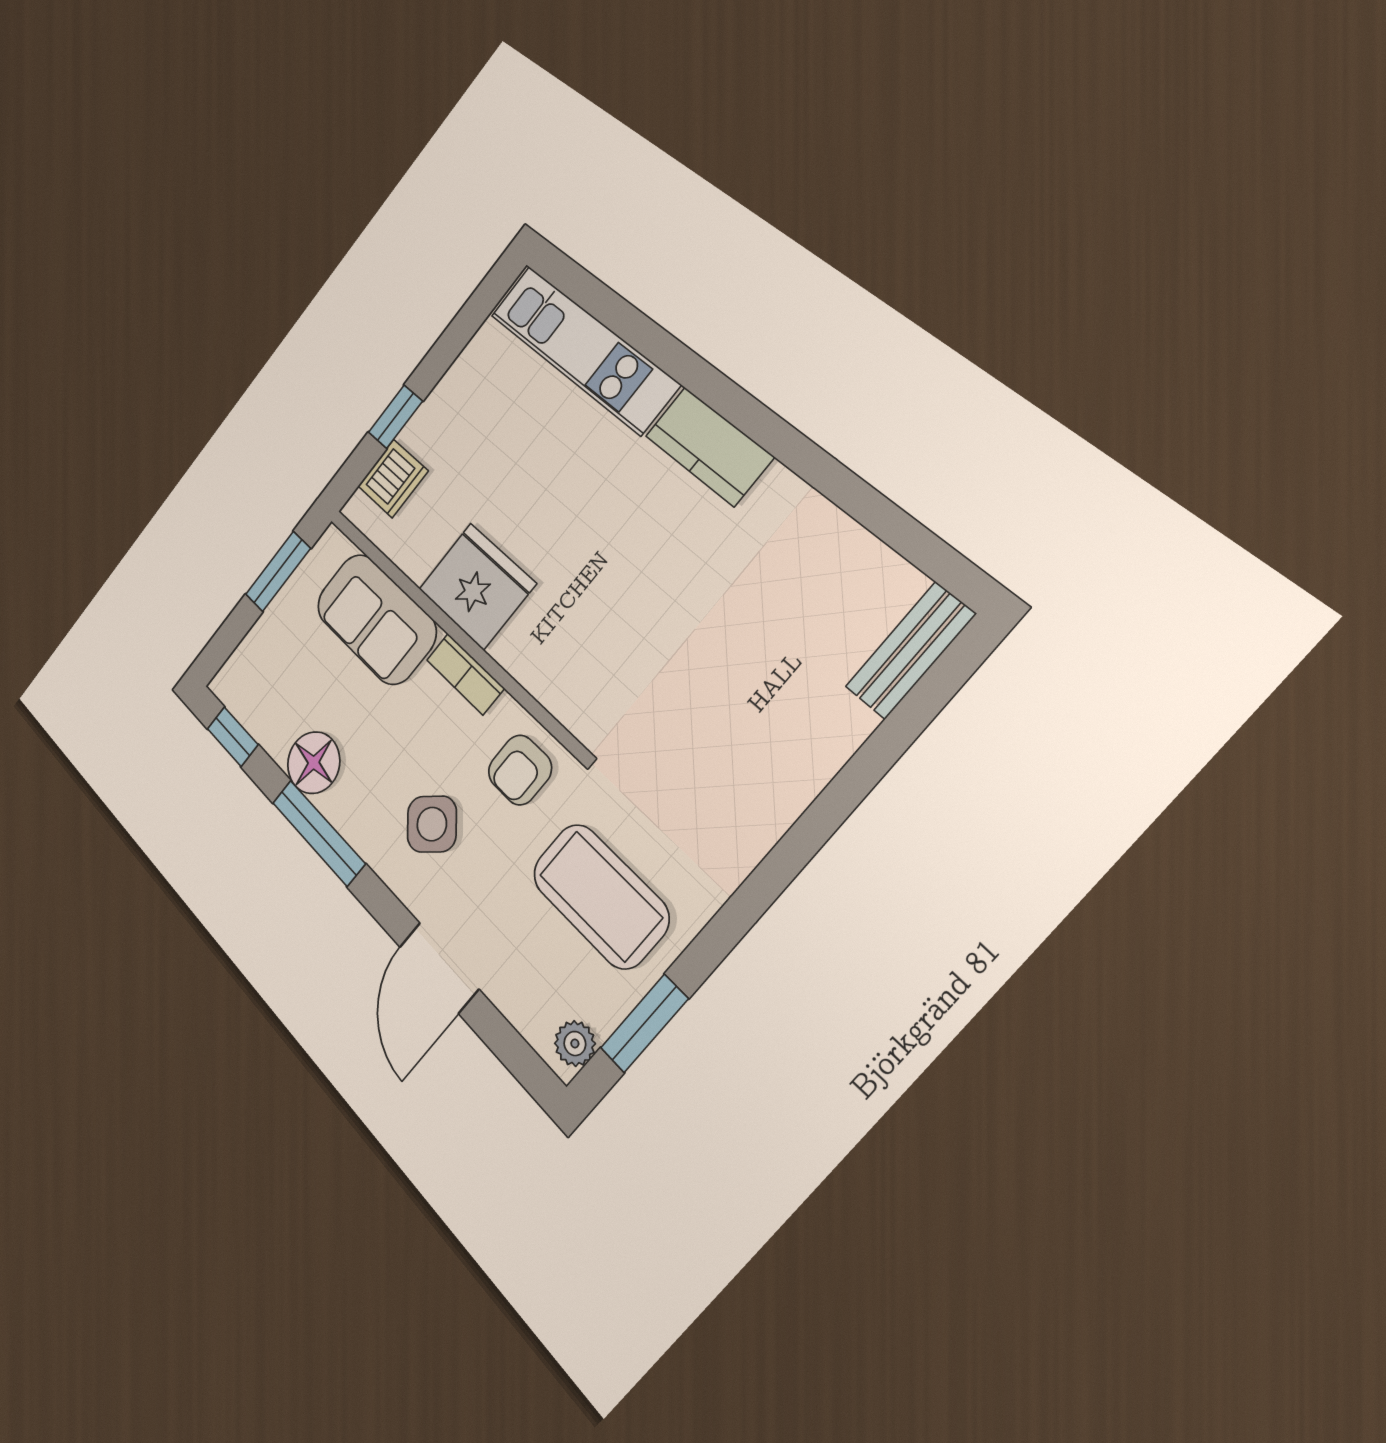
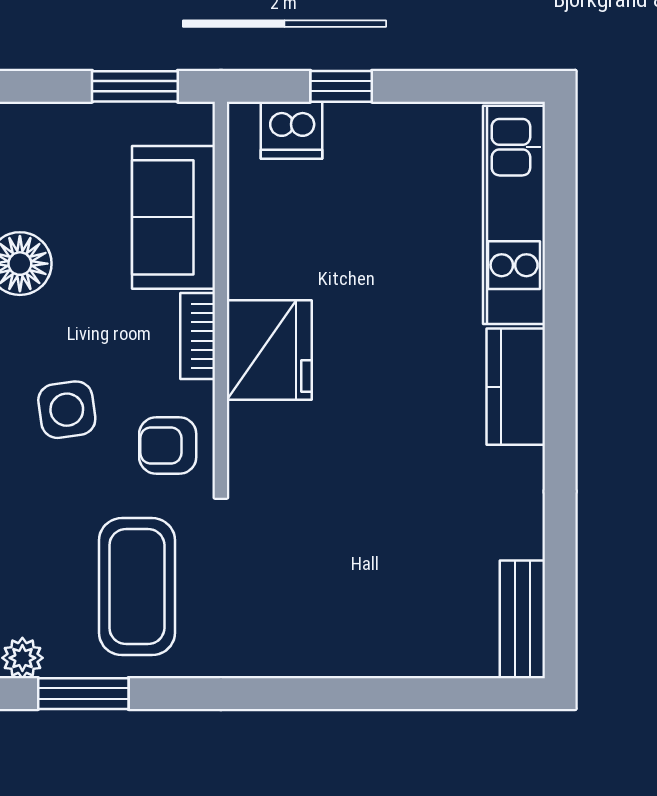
fridge: (477, 586) -> (269, 350), moved
bench: (910, 650) -> (522, 619), moved, turned 90
side table: (432, 824) -> (67, 410), turned 35

